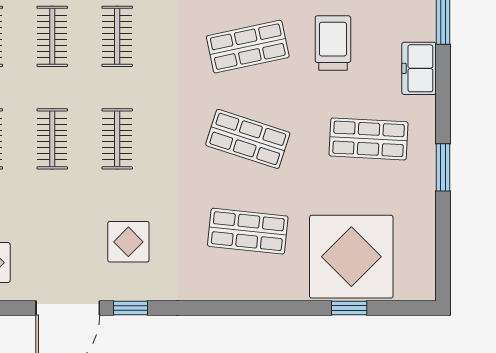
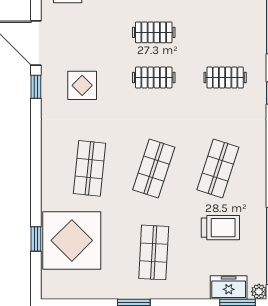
clothes rail: (52, 36) -> (225, 32), removed
shop shelf: (248, 47) -> (218, 168), turned 30
freezer: (419, 68) -> (229, 288), moved

